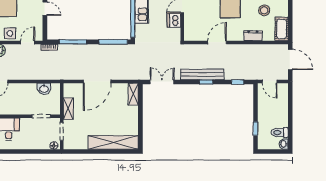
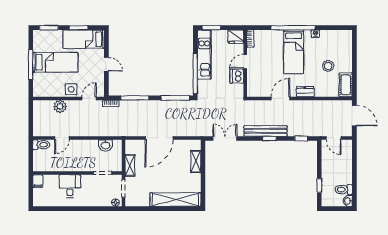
dresser: (253, 36) -> (305, 92), moved
shelving: (133, 94) -> (196, 162), moved

